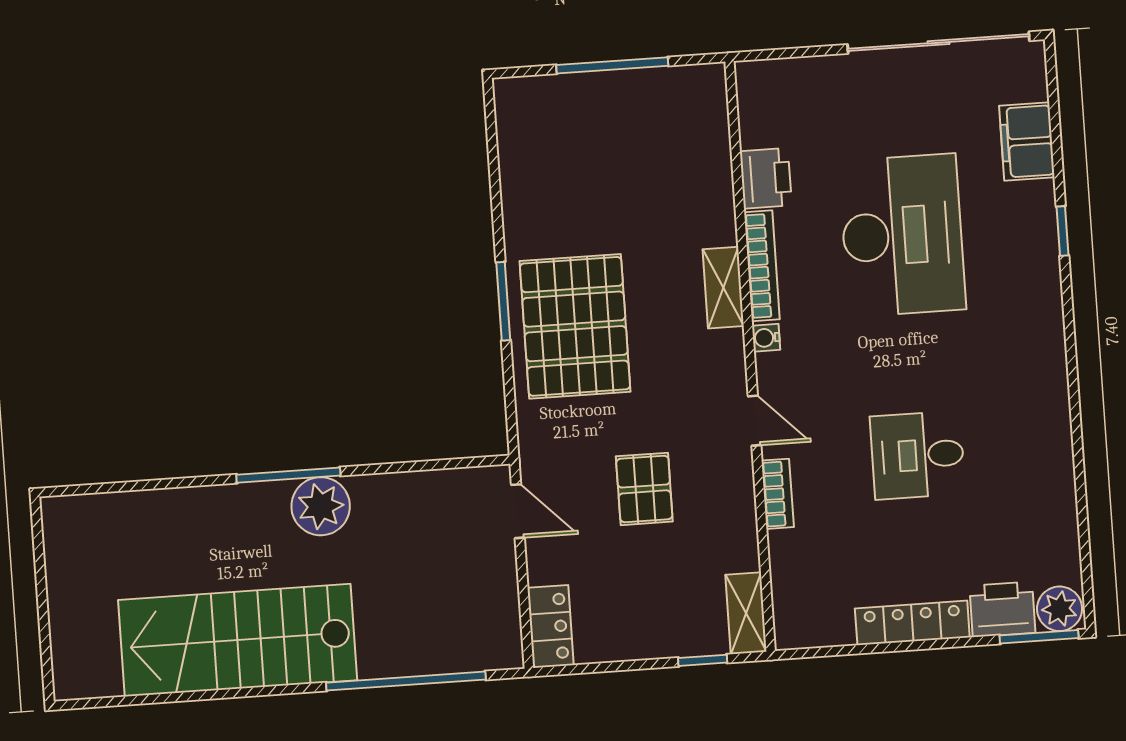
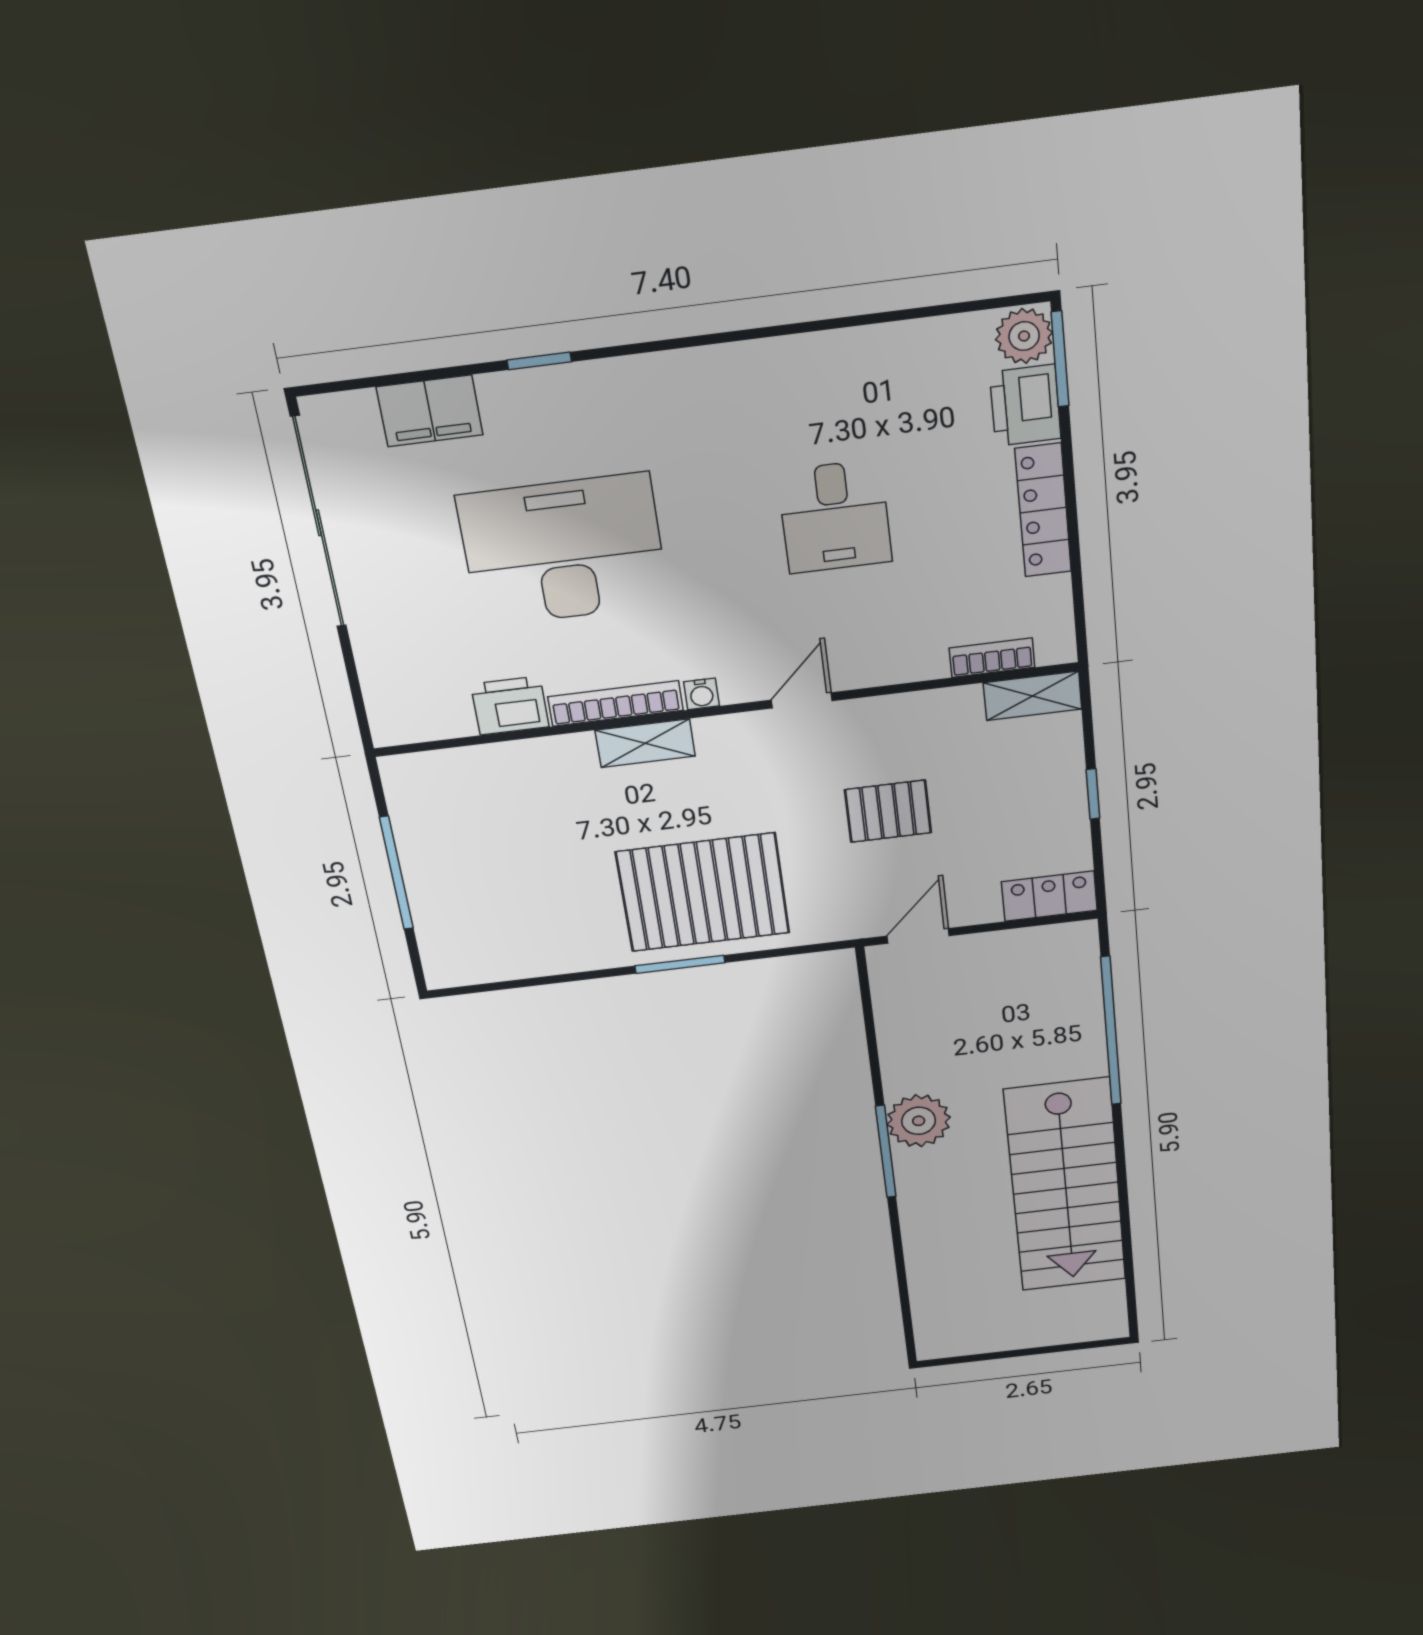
bookcase: (778, 494) -> (992, 658), moved
window: (703, 660) -> (1093, 794), moved

